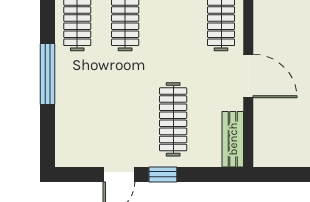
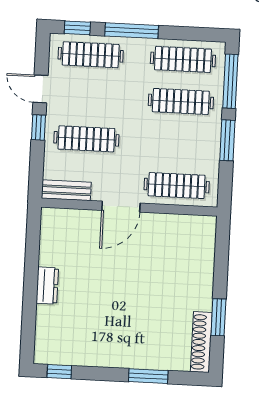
clothes rail: (77, 119) -> (91, 55), added
window: (48, 136) -> (77, 28), added

